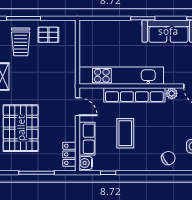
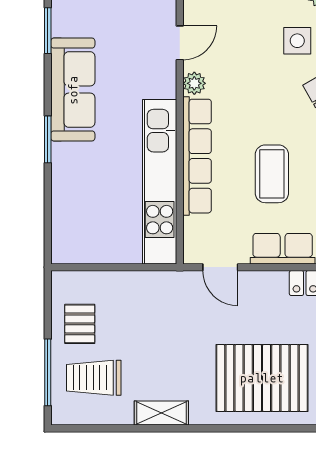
trolley: (21, 42) -> (94, 378), turned 180
door: (77, 107) -> (220, 267), swing flipped
coffee table: (125, 133) -> (272, 174), turned 90

